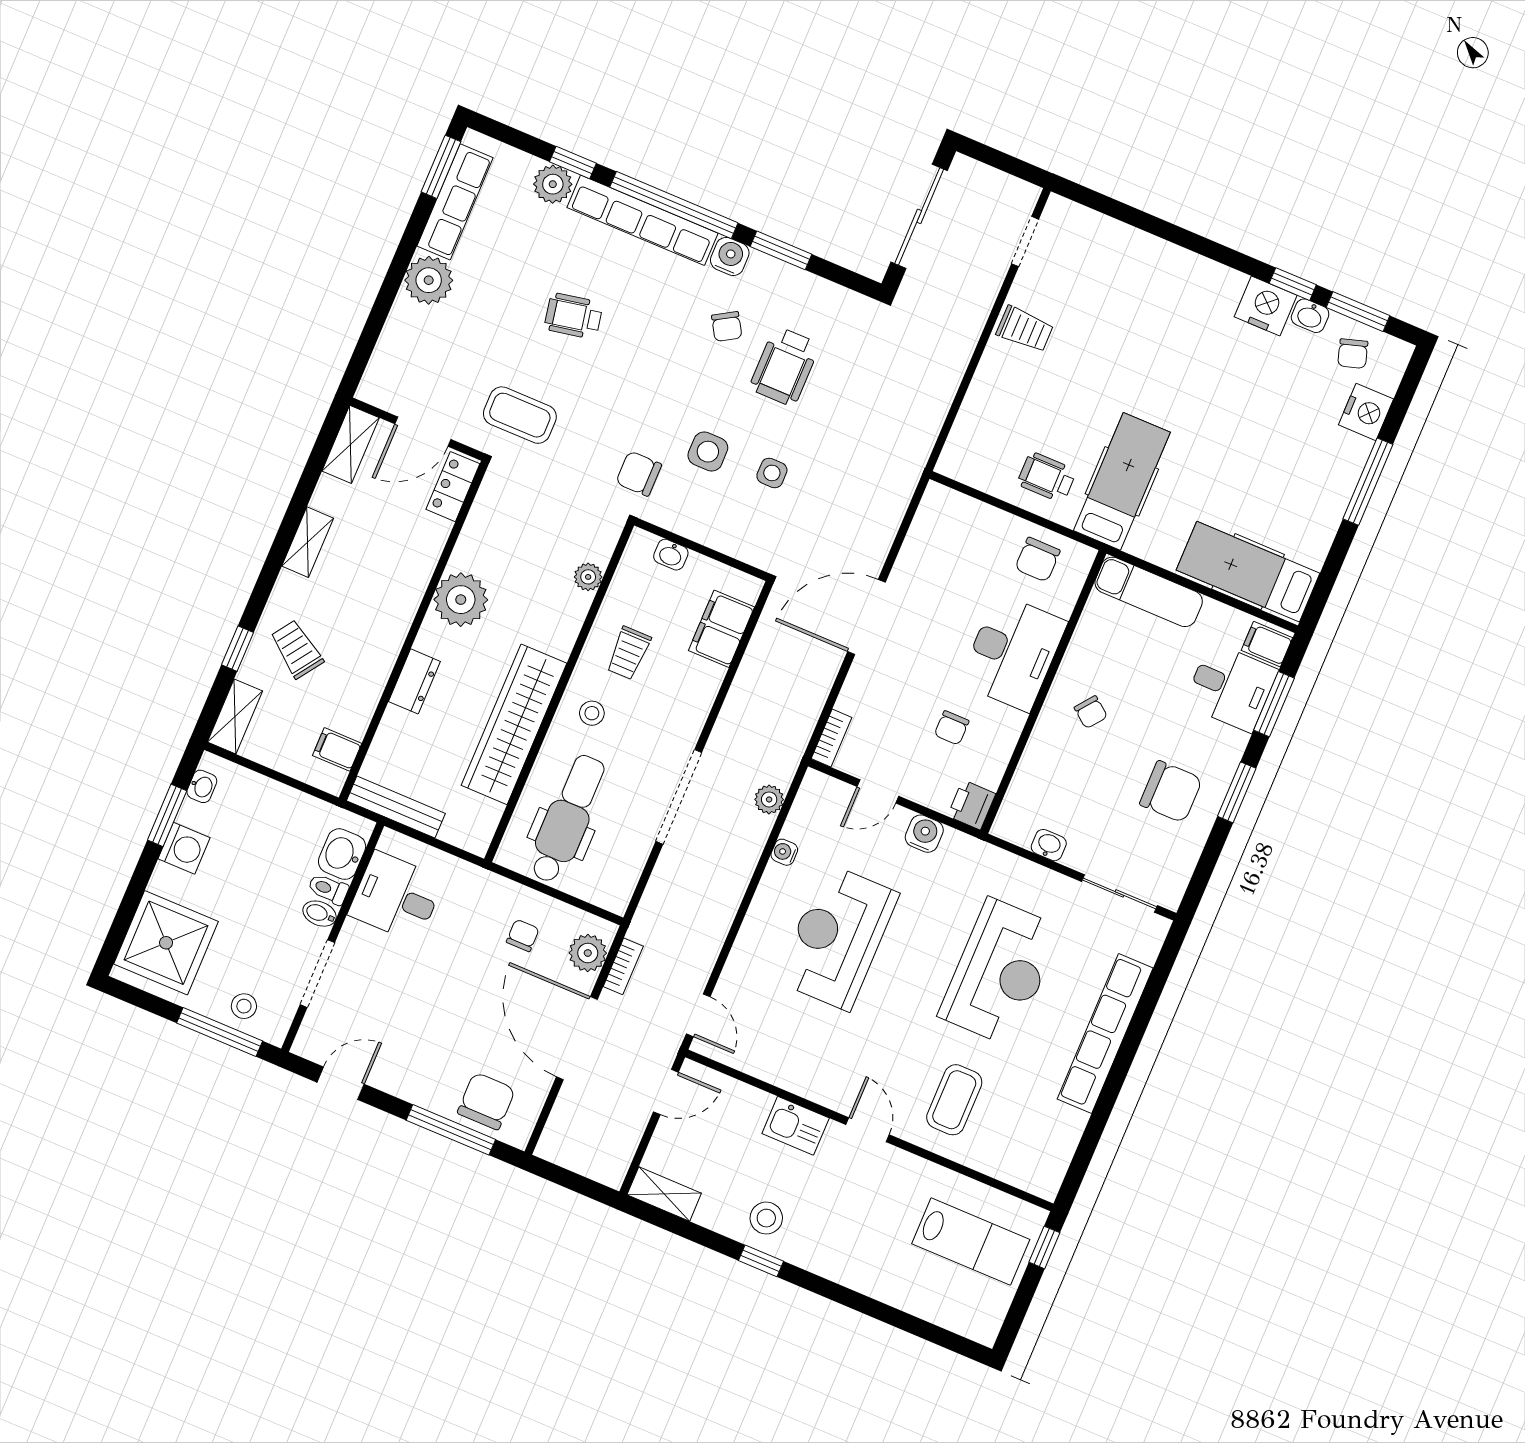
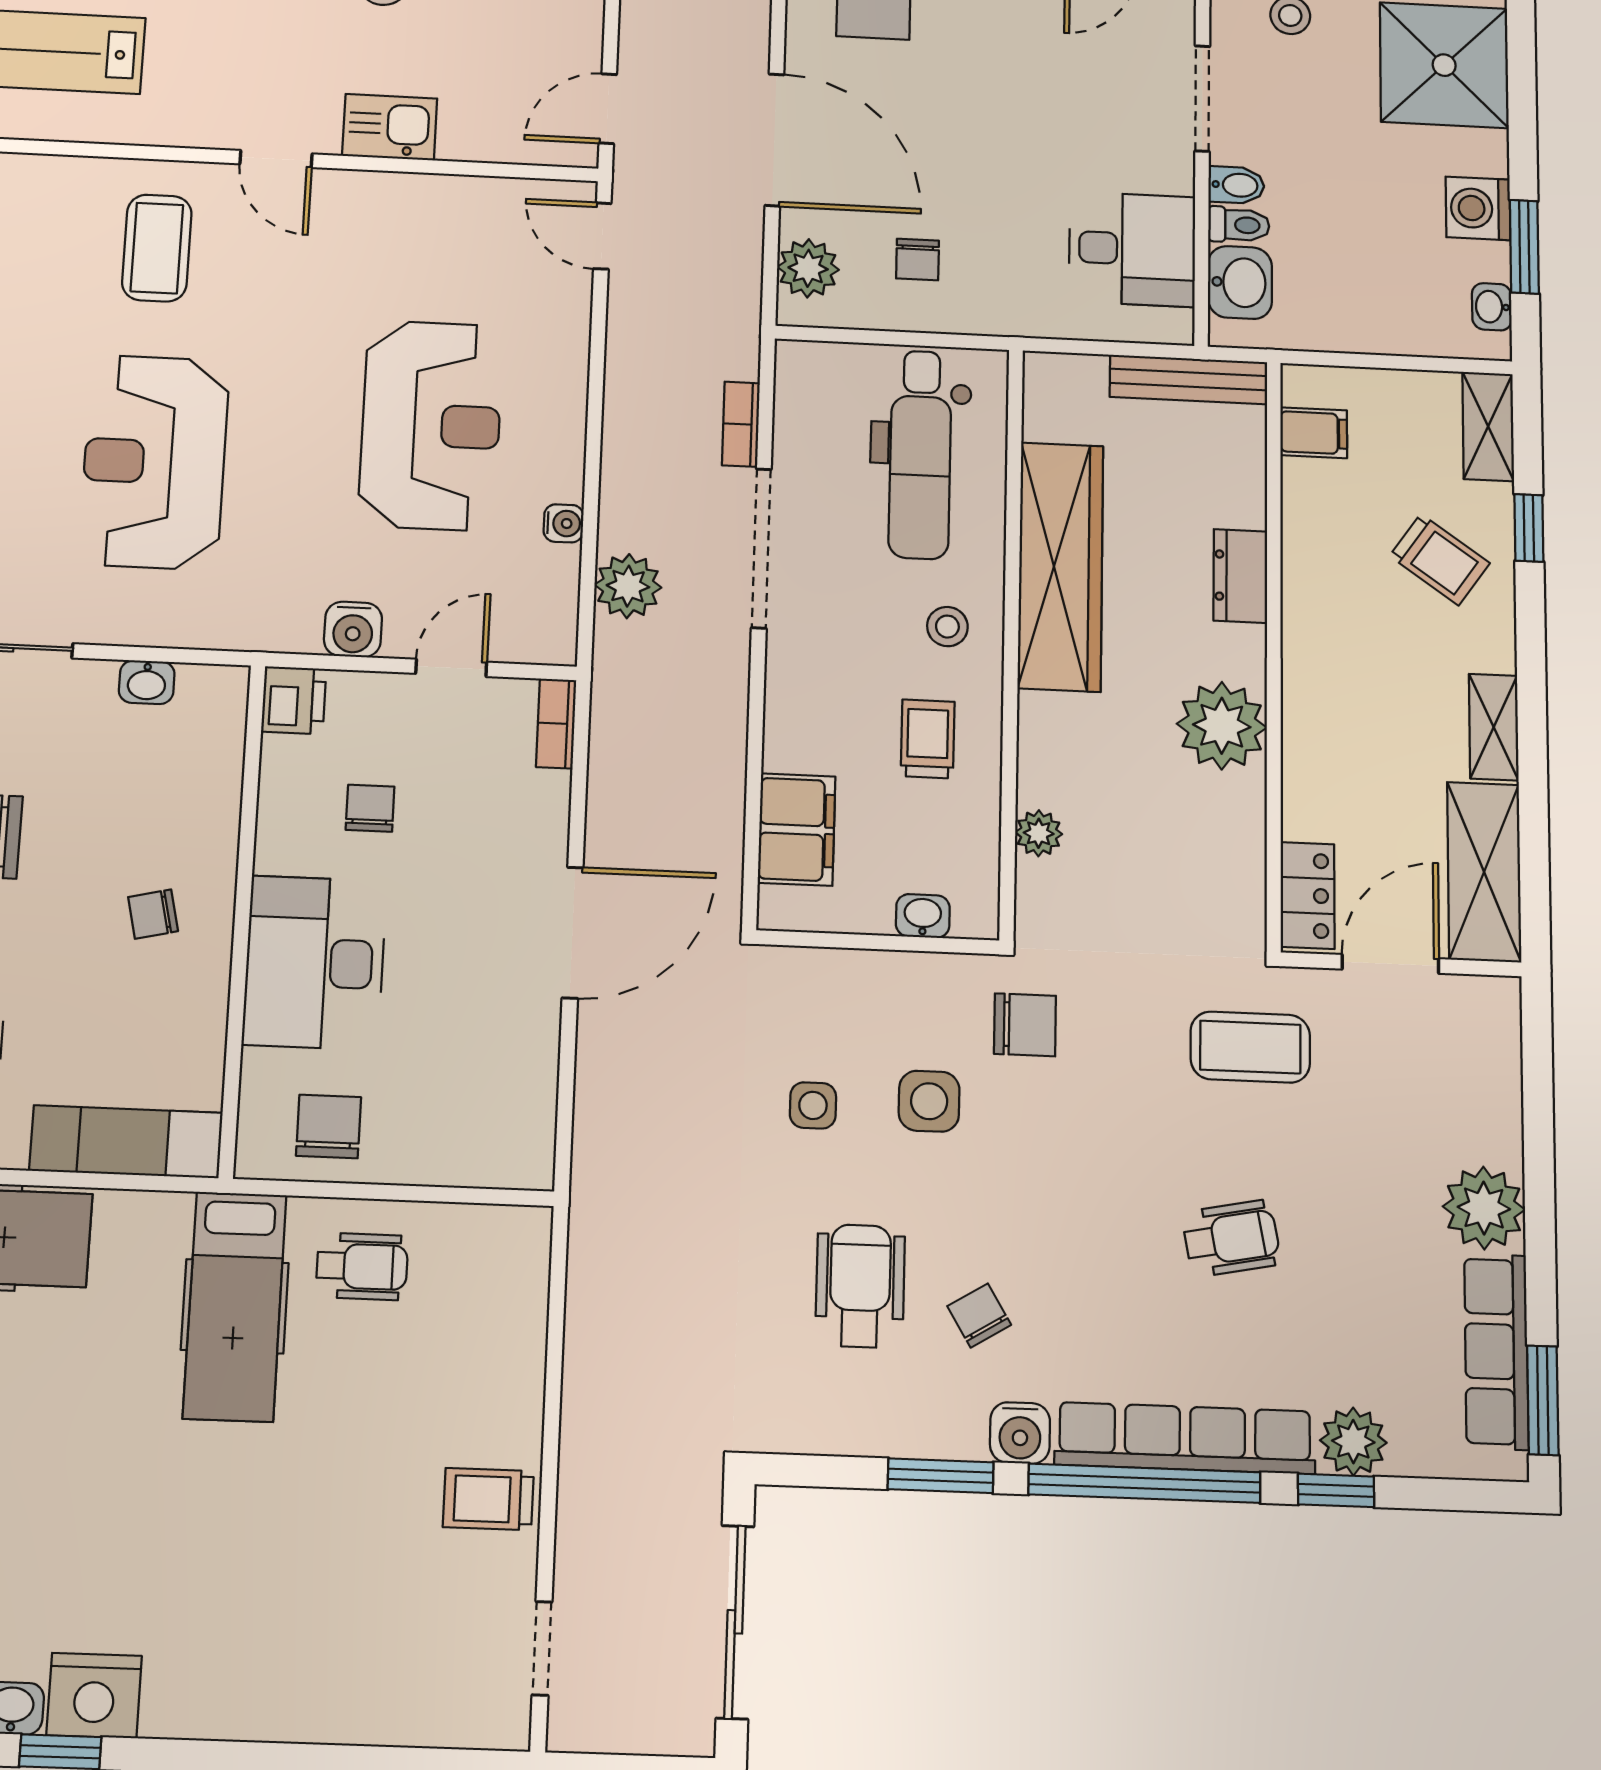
shelving: (351, 444) -> (1484, 872), width x1.50, depth x1.33
chair: (1091, 712) -> (153, 914), turned -51
plant: (769, 799) -> (628, 586), width x1.38, depth x1.38
bookcase: (623, 966) -> (741, 424), moved

